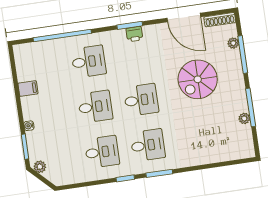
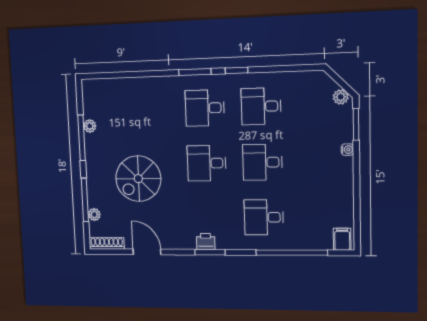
door: (184, 17) -> (147, 252), width x0.73
spiral stairs: (198, 79) -> (138, 179), turned 180
filing cabinet: (28, 89) -> (342, 239), moved, turned 90

